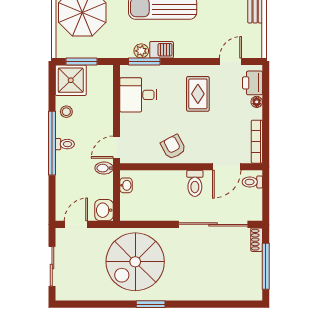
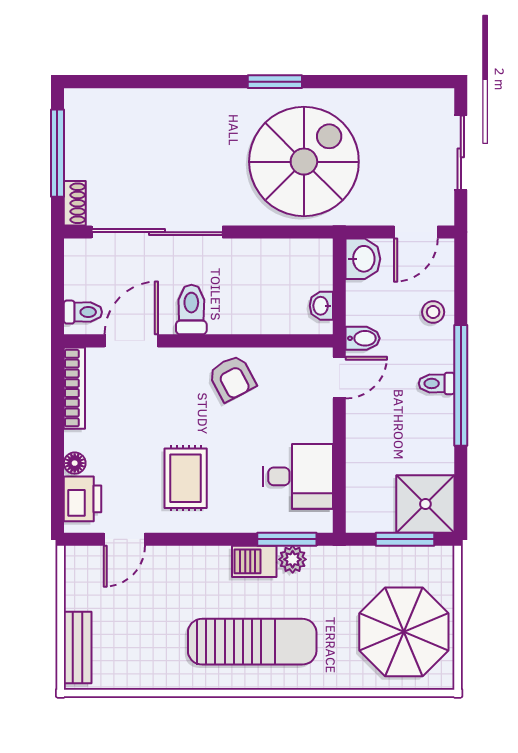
stool: (66, 112) -> (433, 312), moved

